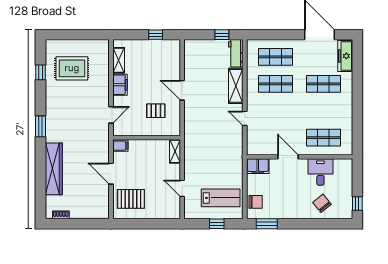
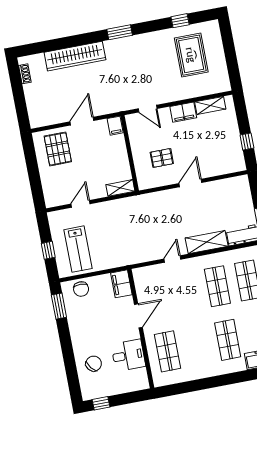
pallet: (156, 111) -> (162, 158), turned 90

